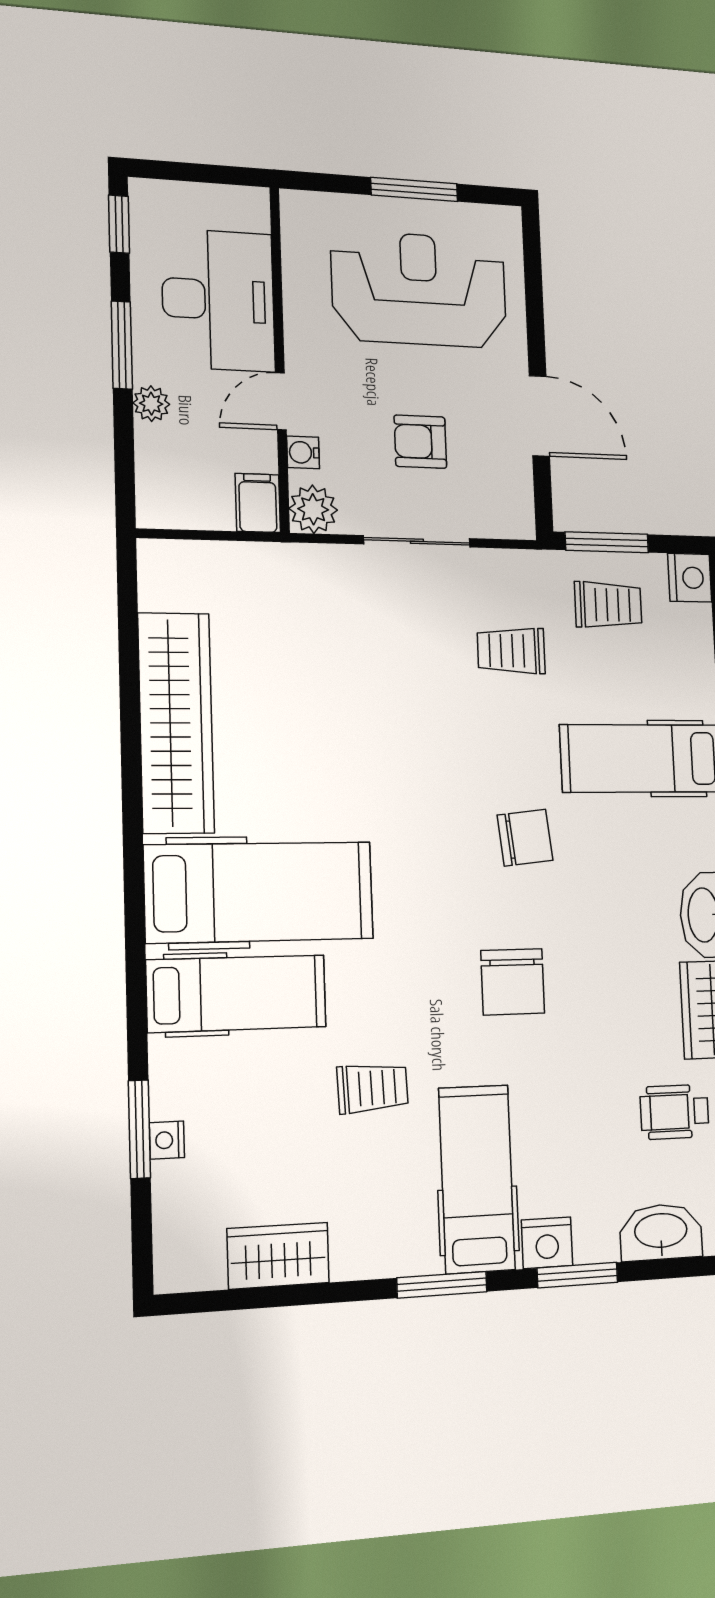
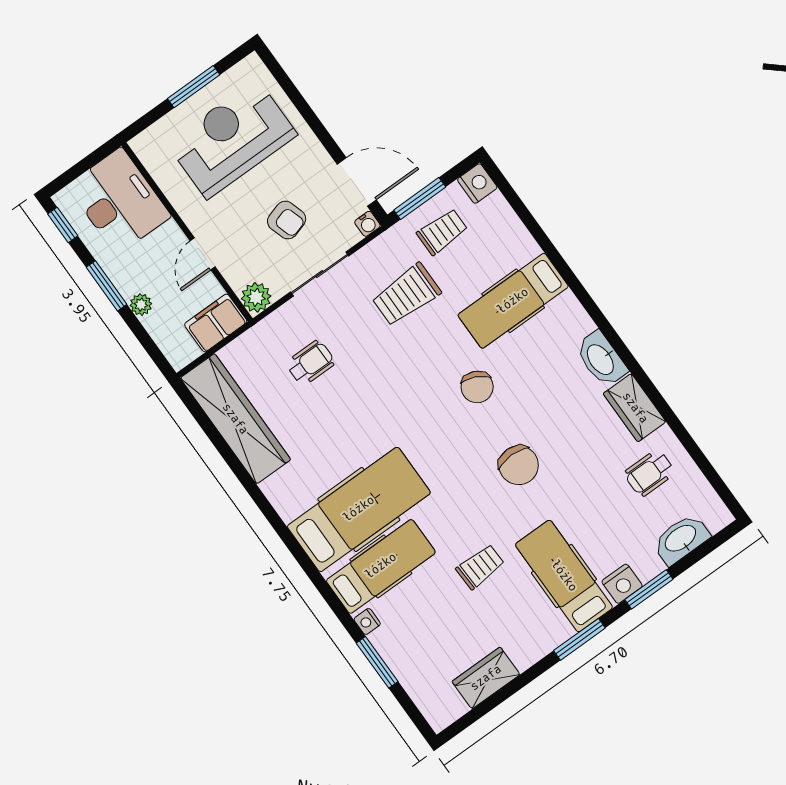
desk: (218, 300) -> (119, 201), moved
door: (539, 416) -> (357, 182), moved
armchair: (420, 442) -> (287, 220), turned -107
water cooler: (303, 452) -> (367, 224), moved, turned -90
filing cabinet: (258, 503) -> (216, 323), width x2.00
wheelchair: (327, 647) -> (310, 363), added
trolley: (511, 651) -> (406, 295), width x1.36, depth x1.39
wardrobe: (176, 723) -> (235, 419), moved
chair: (525, 838) -> (477, 387), turned 121
nightstand: (167, 1140) -> (367, 622), moved

